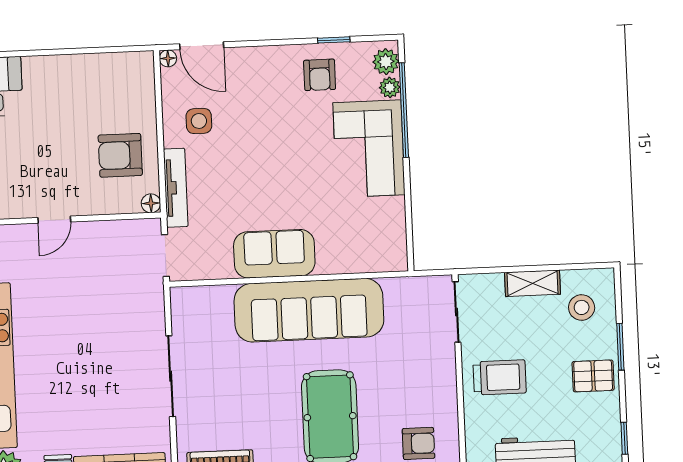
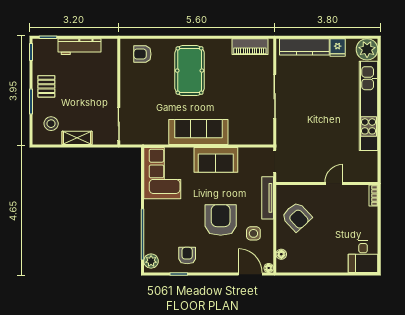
plant: (390, 87) -> (150, 247), removed
armchair: (260, 143) -> (221, 220), added
corner sofa: (369, 149) -> (162, 173), moved
armchair: (120, 155) -> (297, 217), turned 47
floor lamp: (151, 203) -> (281, 254), moved
sofa: (309, 310) -> (198, 132), width x0.74, depth x0.79
pallet: (593, 376) -> (46, 86), turned 90
trolley: (500, 377) -> (97, 88), removed

